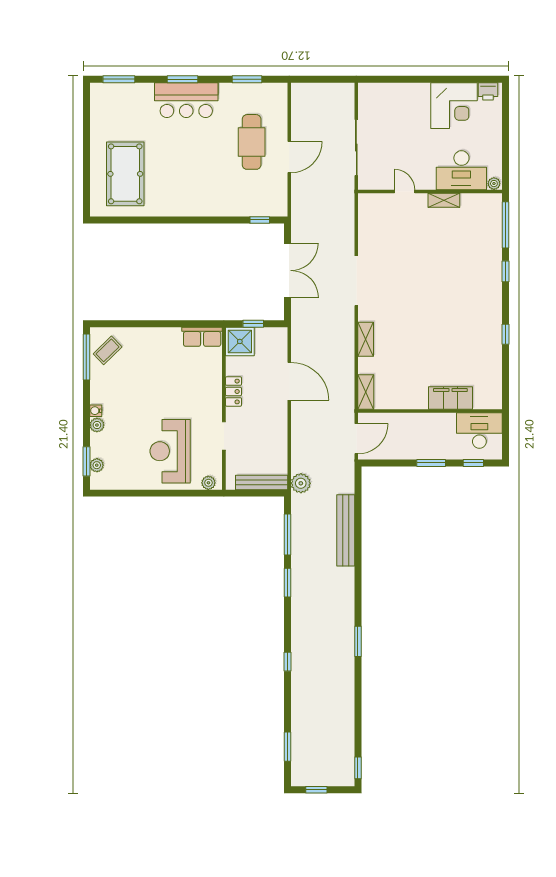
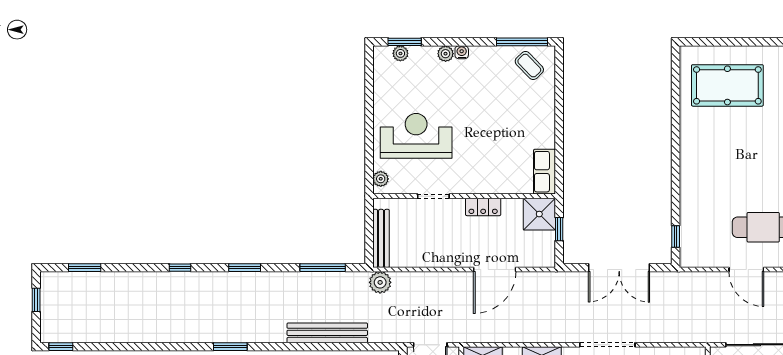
window: (288, 583) -> (245, 268), moved
window: (358, 641) -> (230, 347), moved

